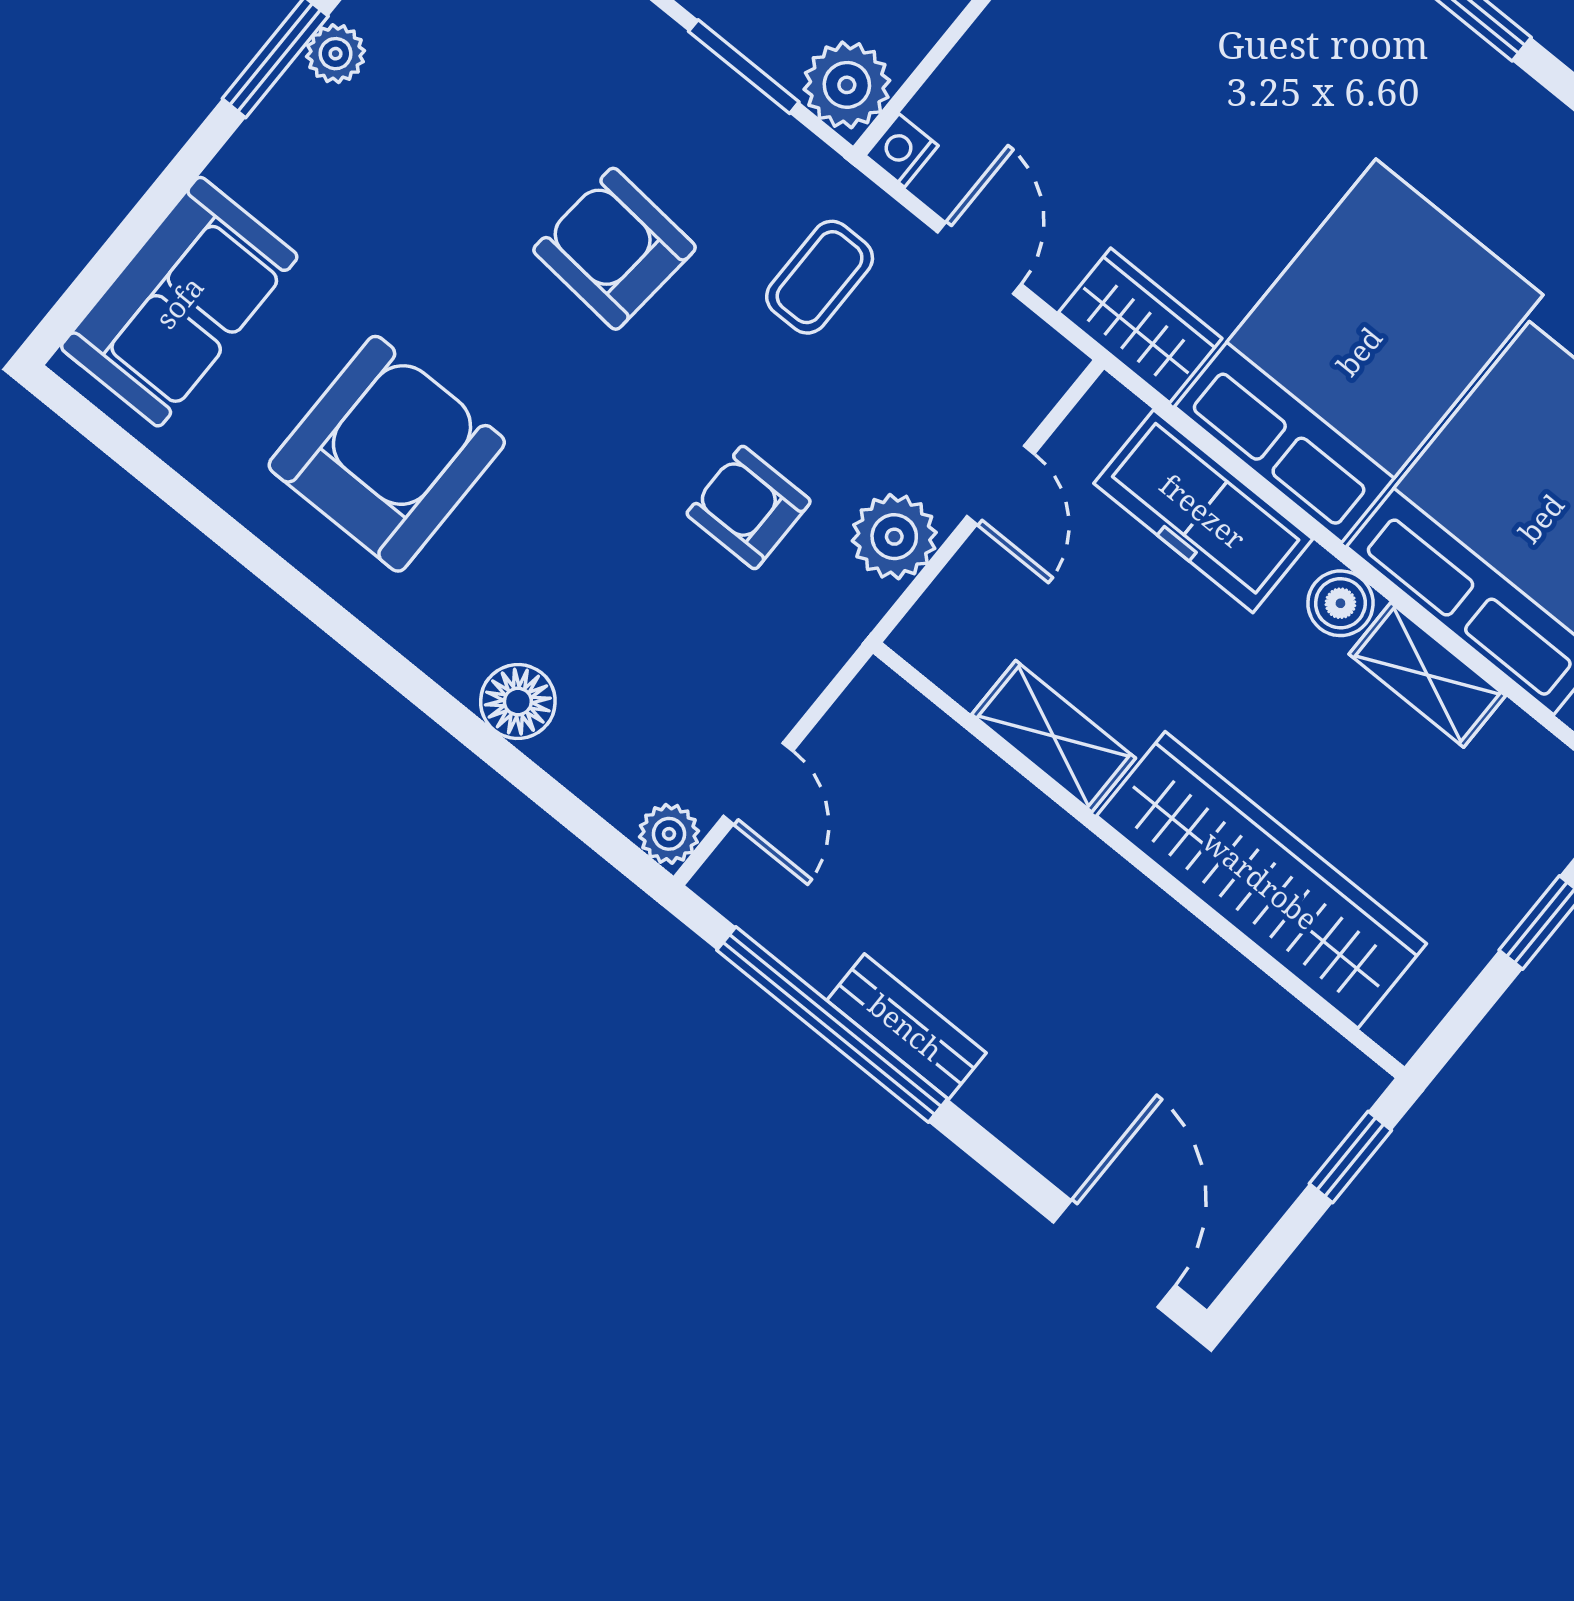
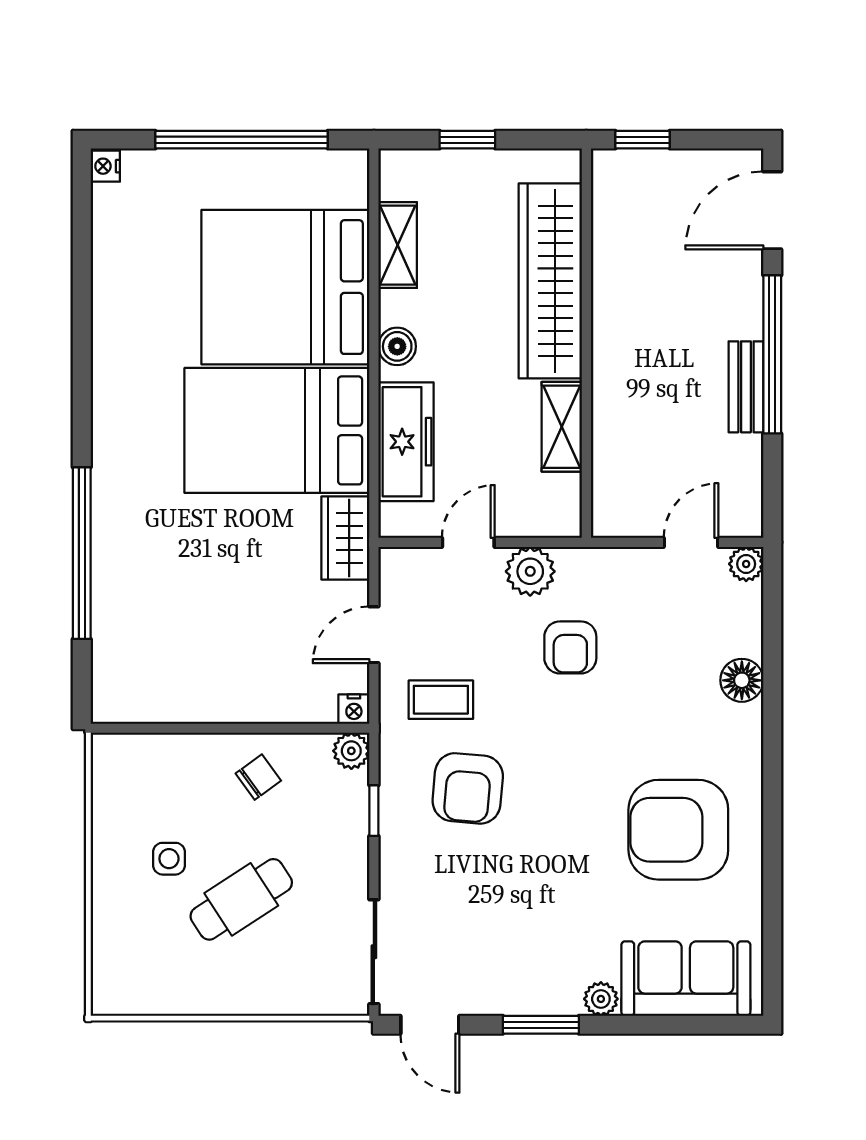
plant: (336, 54) -> (601, 999), moved
window: (744, 67) -> (374, 811), width x0.67
plant: (847, 85) -> (351, 751), width x0.73, depth x0.73
armchair: (615, 249) -> (468, 788), moved
shelving: (1427, 675) -> (398, 245), moved
window: (832, 1024) -> (772, 354), moved

